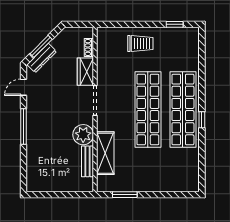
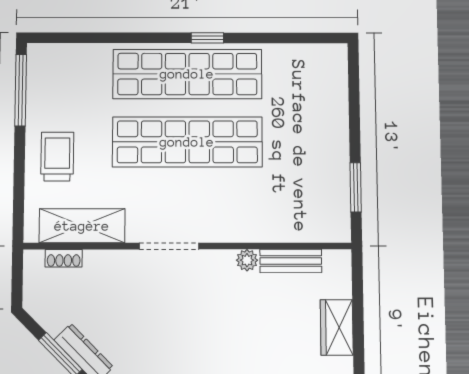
window: (175, 24) -> (21, 90), width x2.17
wardrobe: (85, 72) -> (337, 327), moved, turned 90
plant: (83, 135) -> (247, 260), width x0.53, depth x0.53
shelving: (105, 153) -> (82, 226), moved

